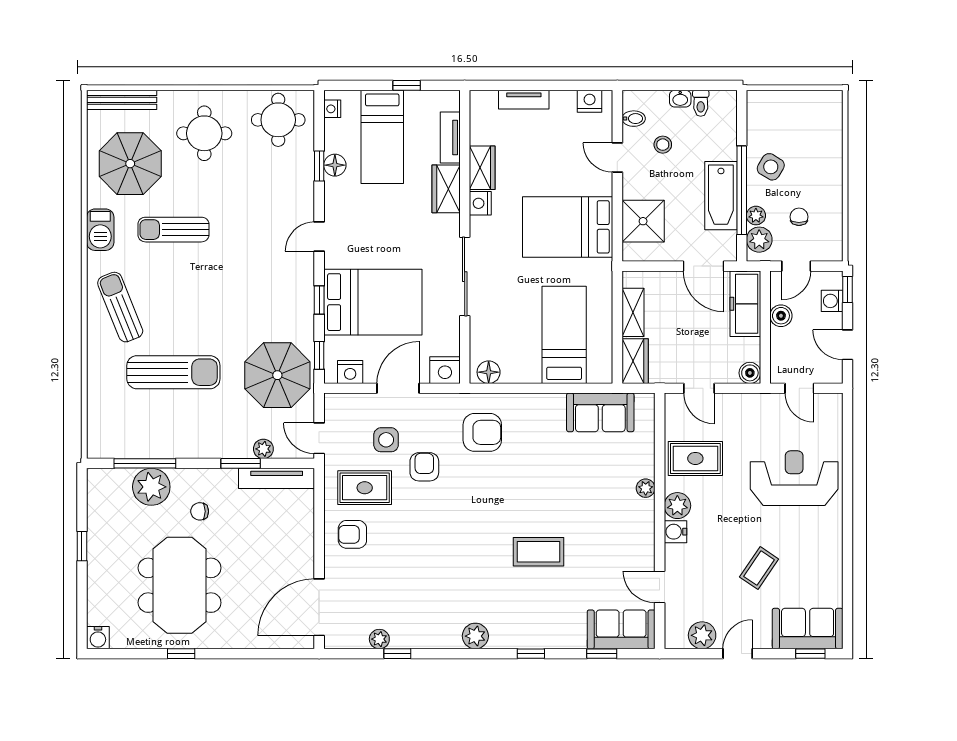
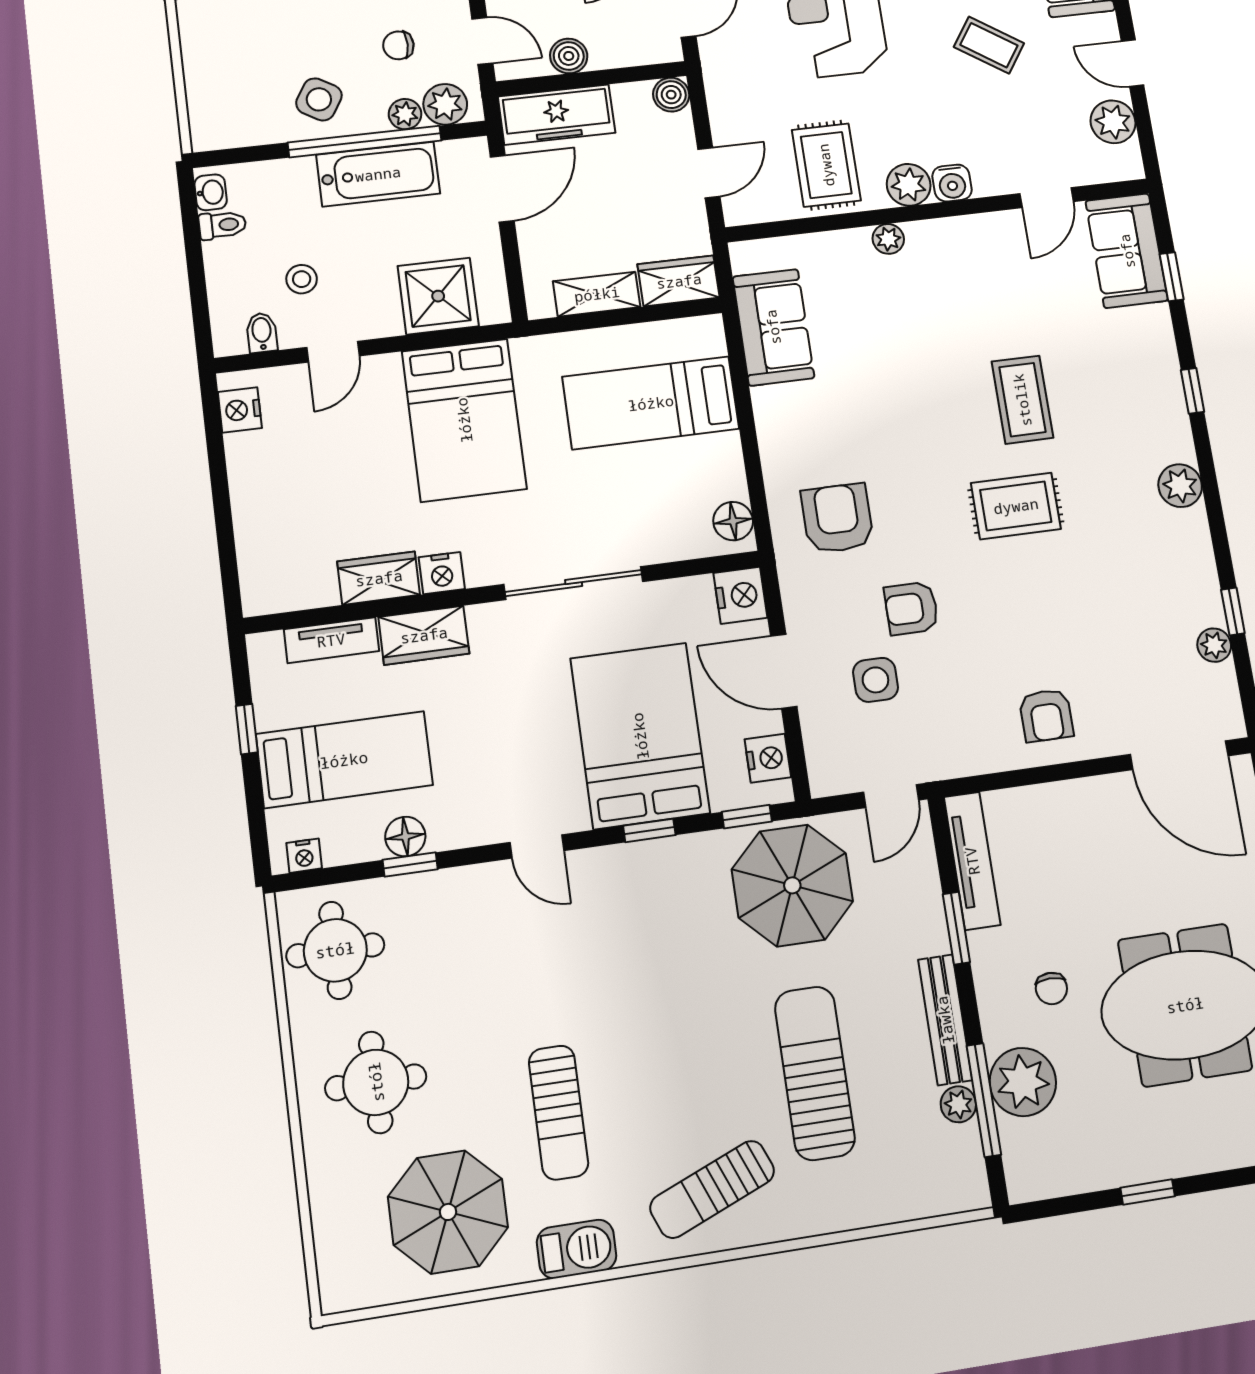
washbasin: (680, 99) -> (211, 192), moved
bench: (122, 100) -> (945, 1020), moved
tv unit: (524, 100) -> (250, 522), removed
plant: (263, 449) -> (958, 1104), moved
rug: (365, 488) -> (1016, 506), moved, turned 90

